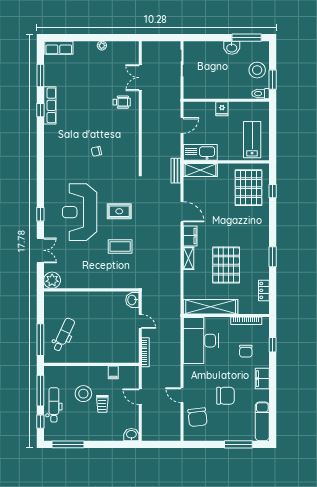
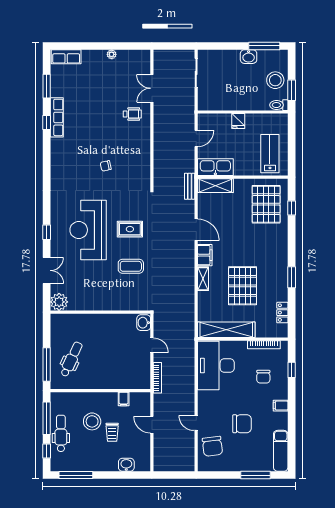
filing cabinet: (262, 379) -> (281, 406), width x0.50
washbasin: (131, 435) -> (126, 465), moved

